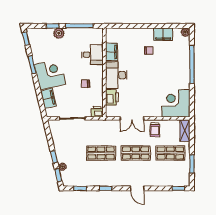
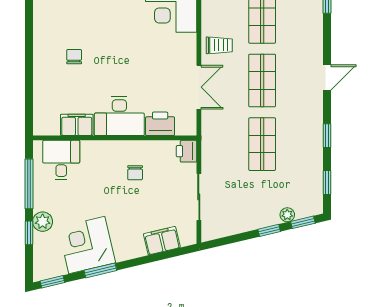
filing cabinet: (163, 34) -> (44, 30), removed
desk: (92, 55) -> (61, 160), moved
corner desk: (50, 74) -> (87, 245), moved

